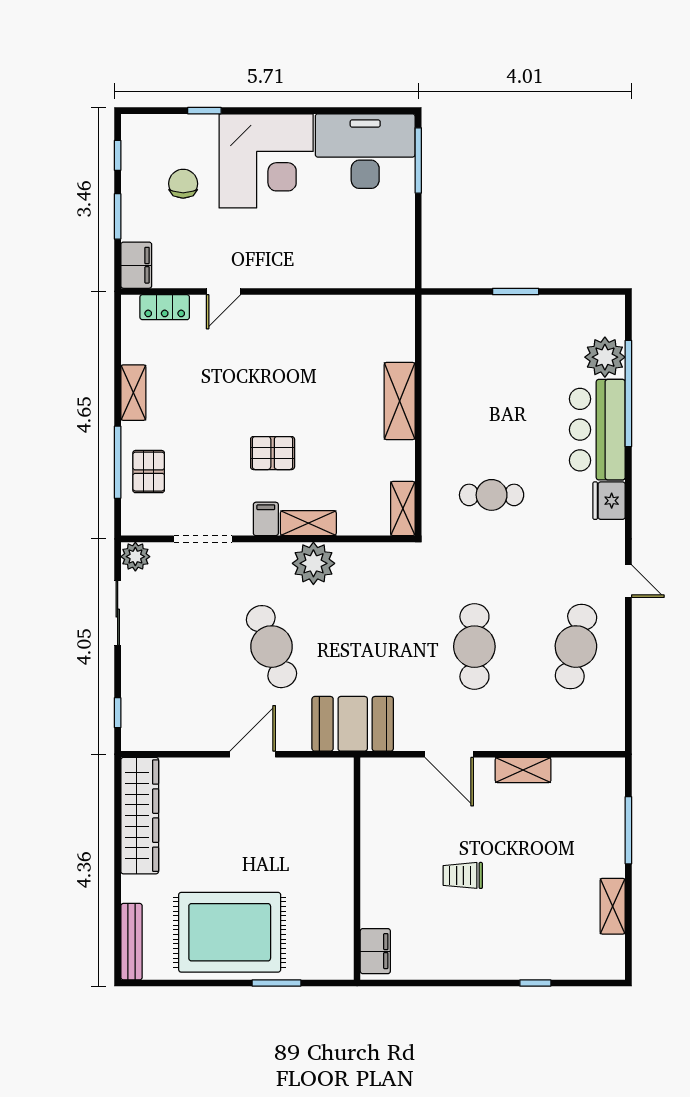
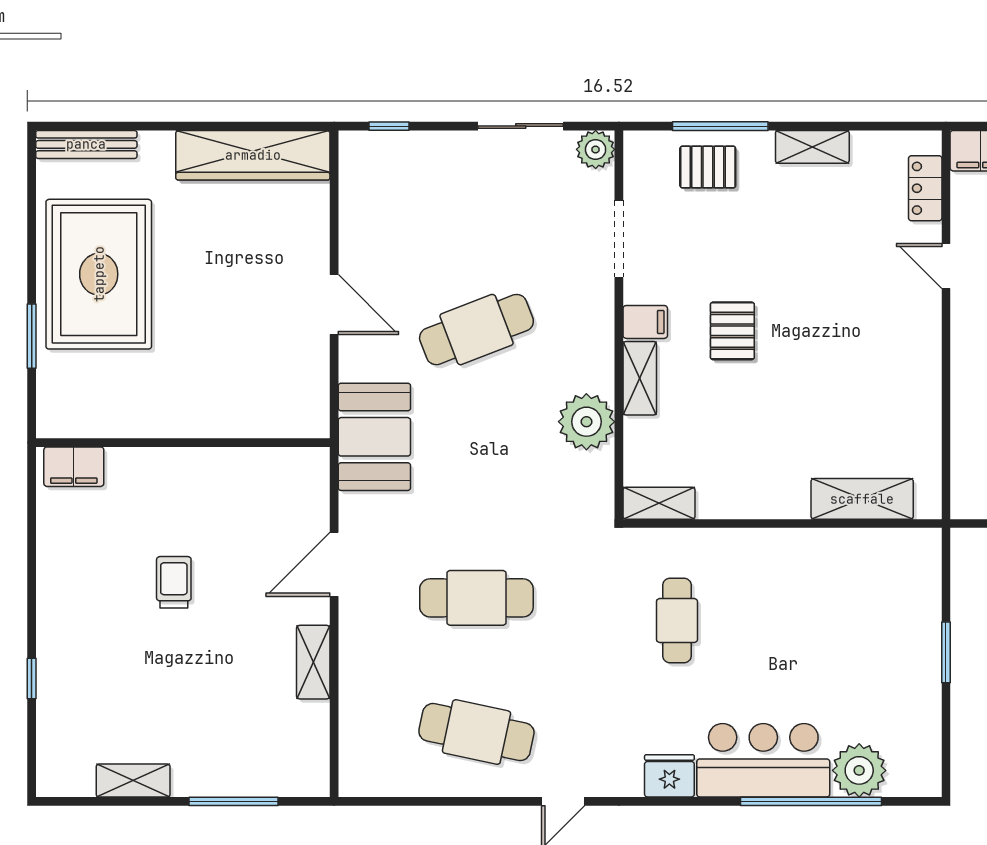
shelving: (400, 401) -> (862, 499), moved
plant: (313, 563) -> (586, 422), moved

